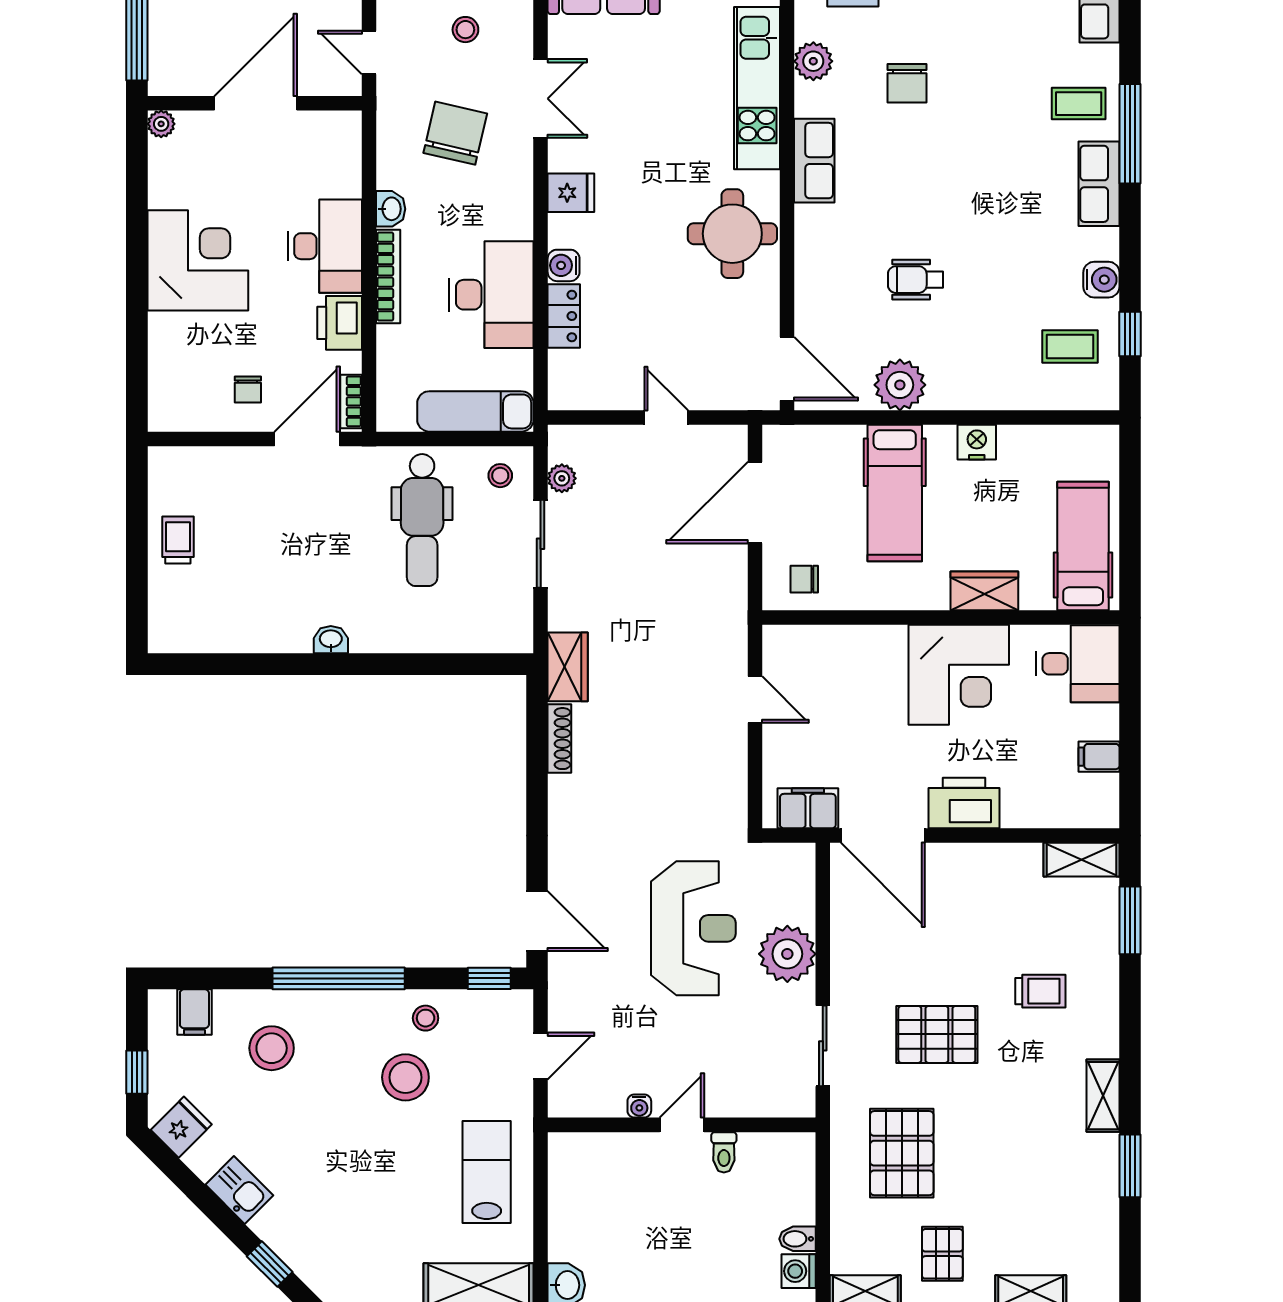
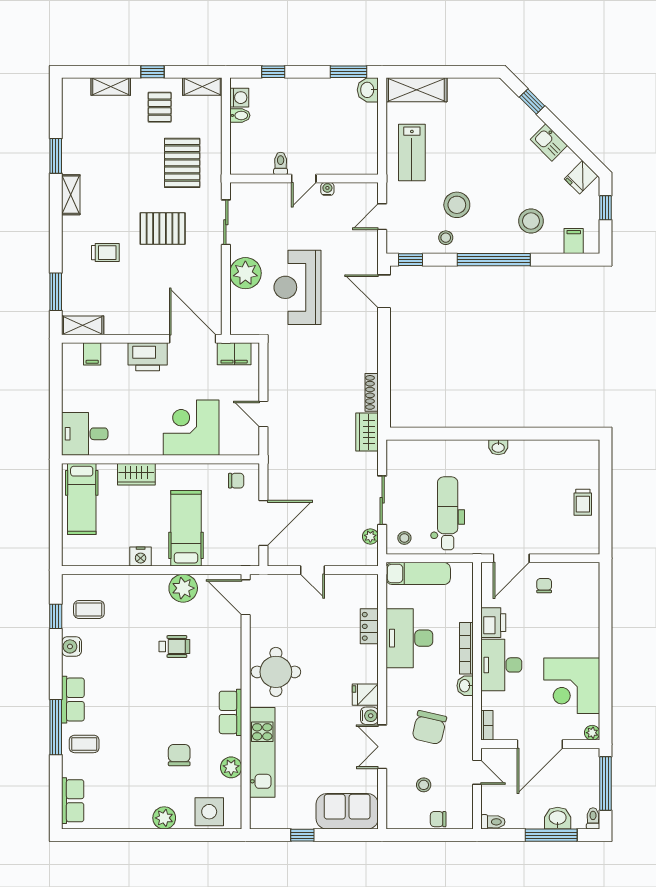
corner desk: (198, 260) -> (572, 686), moved
water cooler: (564, 265) -> (369, 716), moved
bookcase: (351, 401) -> (487, 725), moved
corner desk: (959, 675) -> (191, 428), moved
filing cabinet: (1099, 757) -> (92, 354), moved, turned 90
trolley: (1040, 991) -> (105, 253), turned 180

